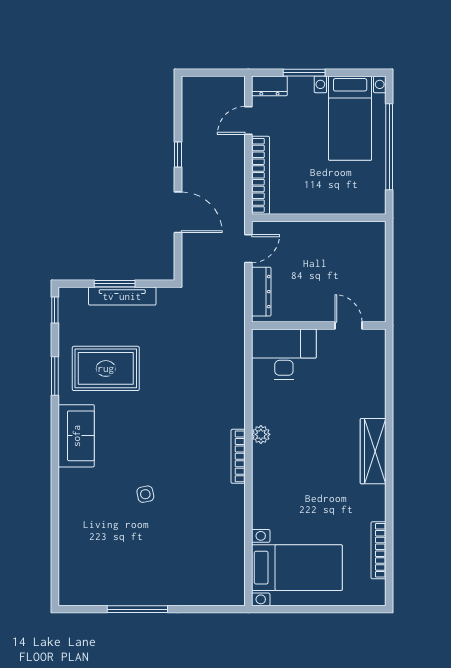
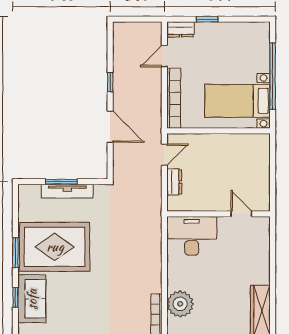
window: (304, 73) -> (207, 19), width x0.67
bed with nightstands: (350, 118) -> (238, 101), moved, turned 90
dresser: (261, 292) -> (174, 182), width x0.70
window: (55, 310) -> (15, 297), moved
rug: (106, 368) -> (55, 247), width x1.37, depth x1.44
plant: (261, 434) -> (180, 304), width x1.88, depth x1.88

